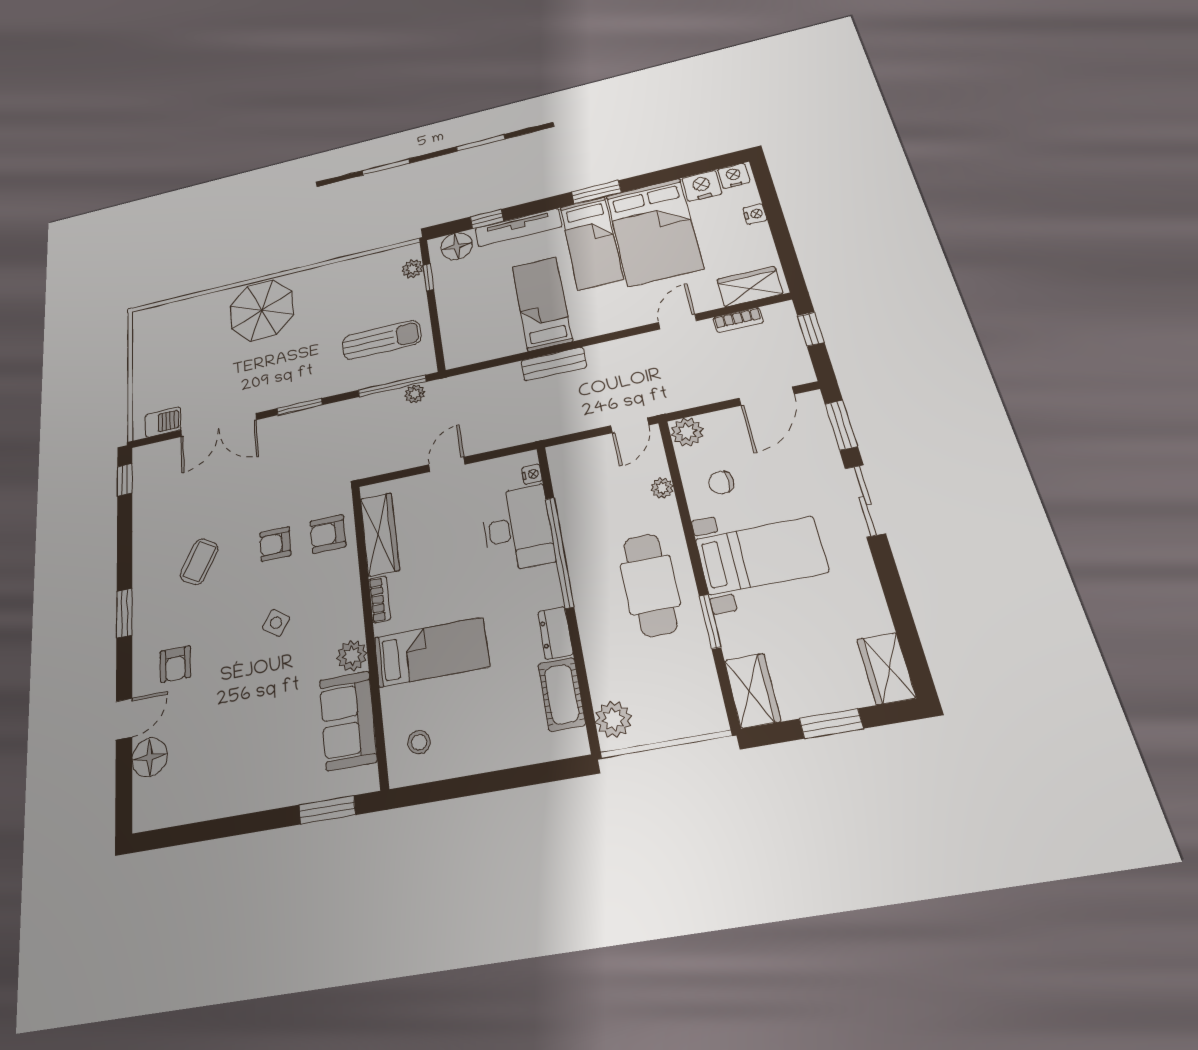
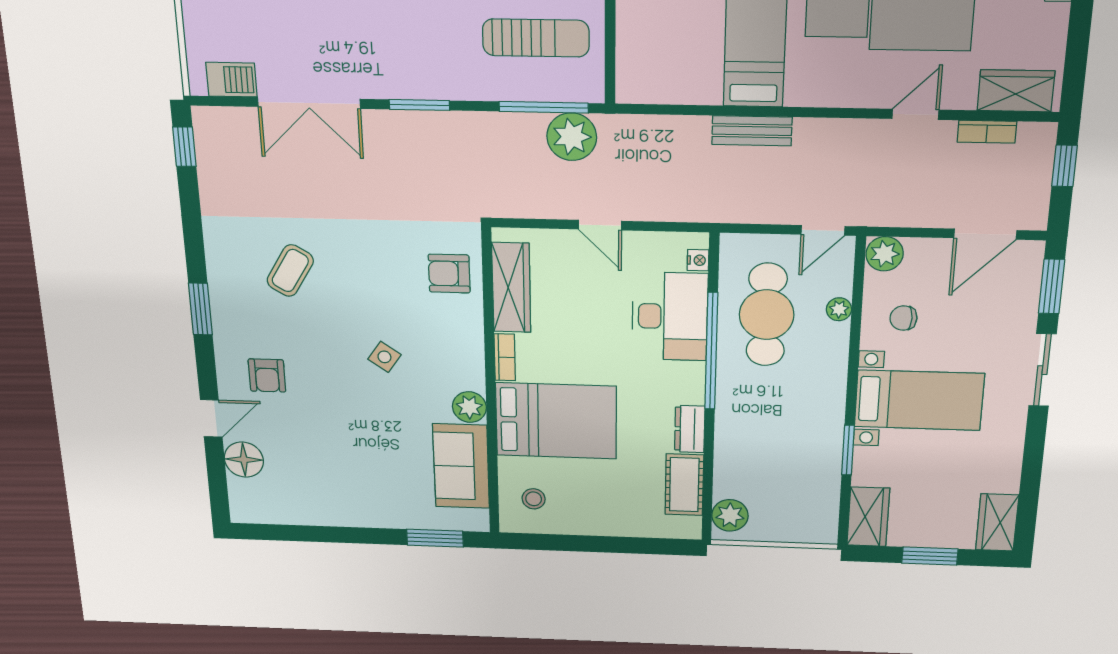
plant: (415, 394) -> (572, 137), width x1.88, depth x1.88
door: (447, 464) -> (600, 225), swing flipped
armchair: (275, 544) -> (385, 271), removed
cafe table: (650, 585) -> (767, 315), moved
bed: (431, 652) -> (556, 421), width x1.50

